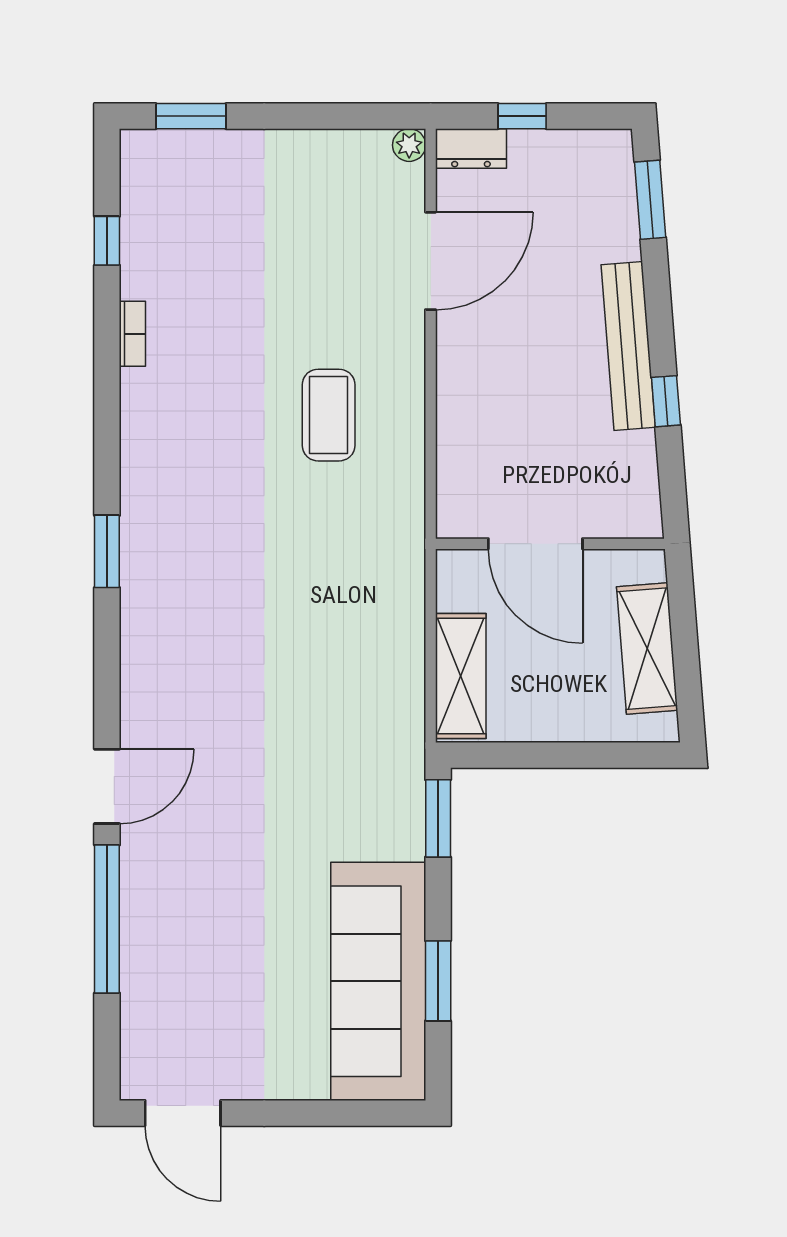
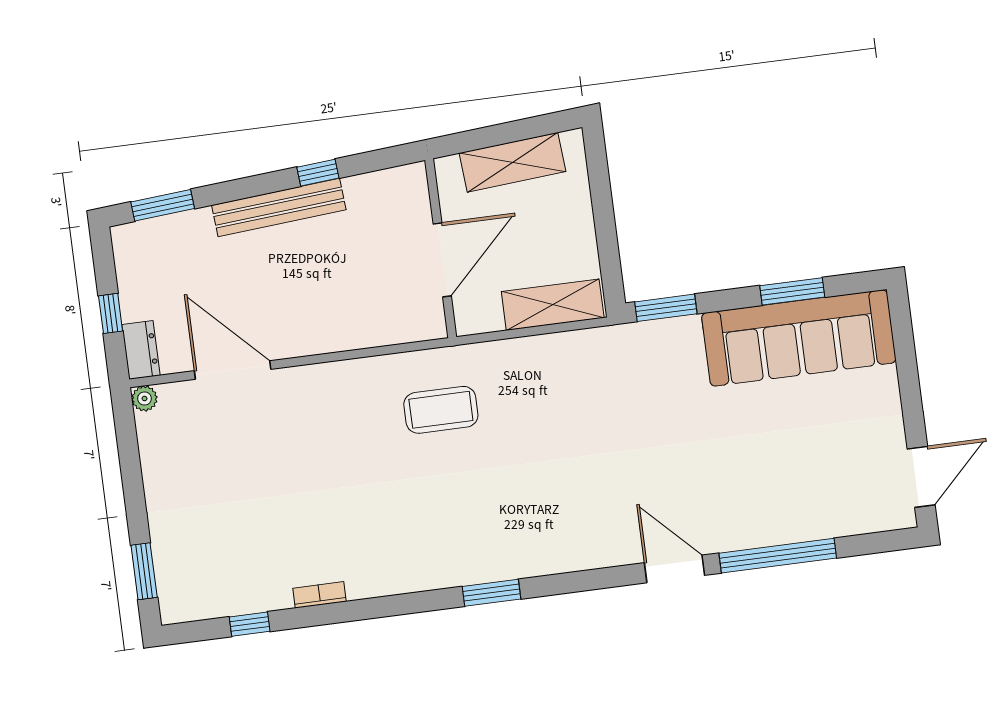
coffee table: (329, 415) -> (441, 410), moved

